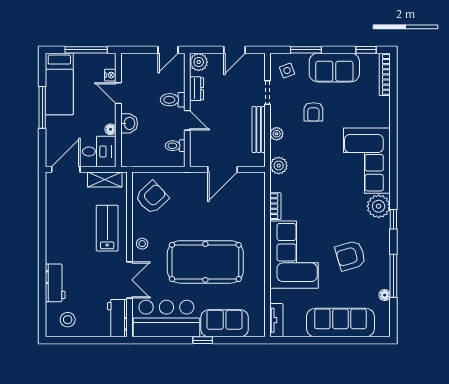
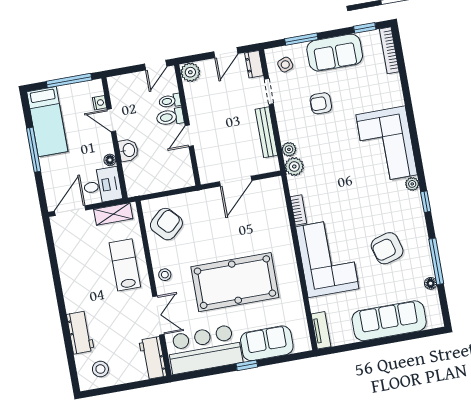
dresser: (197, 89) -> (254, 64), moved, turned 180
armchair: (313, 112) -> (321, 103), turned 90
door: (187, 120) -> (189, 136), swing flipped
plant: (277, 134) -> (289, 149), moved
toilet: (175, 146) -> (170, 101), moved
plant: (379, 206) -> (412, 184), width x0.53, depth x0.53

